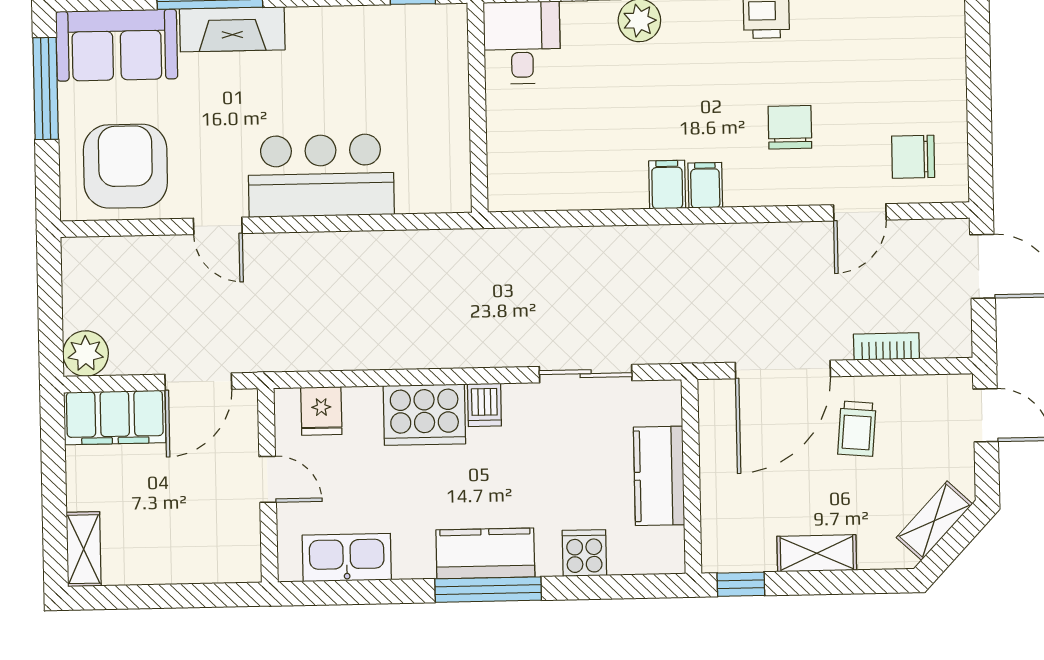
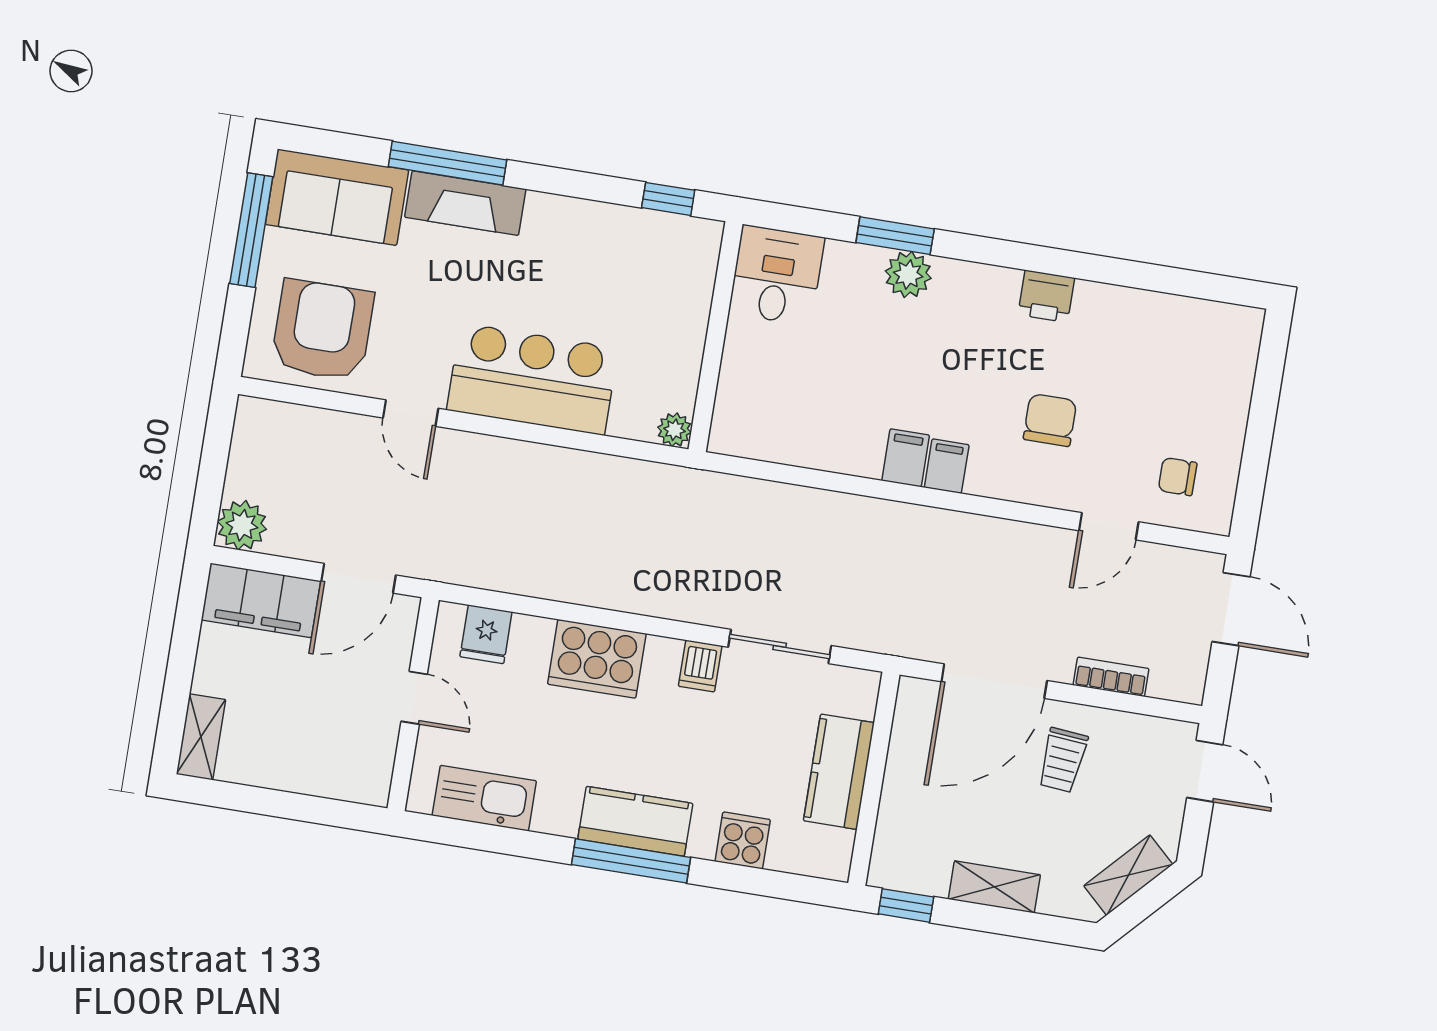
chair: (913, 157) -> (1178, 477), width x0.73, depth x0.73
plant: (456, 197) -> (674, 430), added
dishwasher: (484, 405) -> (700, 666), moved

